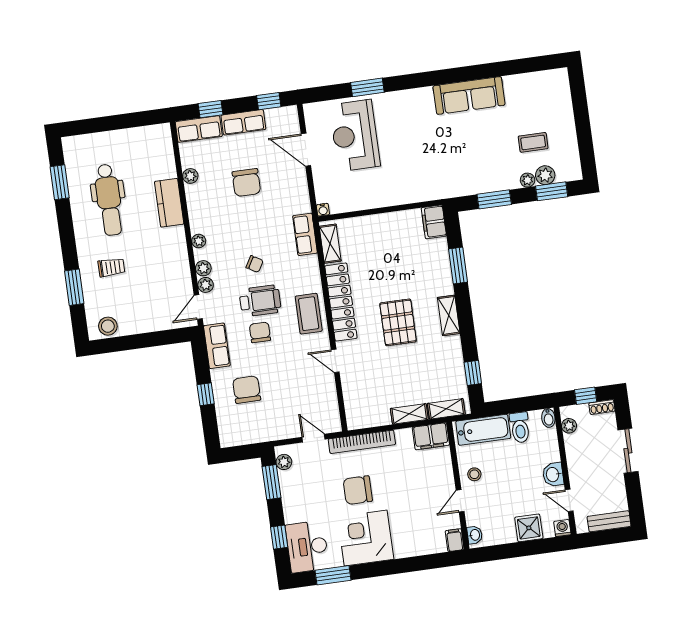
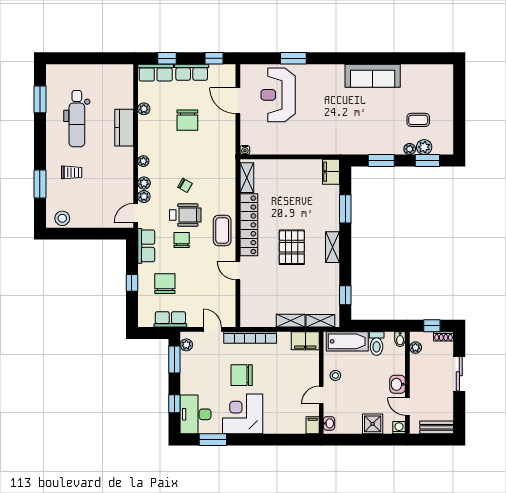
row of seats: (305, 234) -> (170, 319), moved, turned 90

